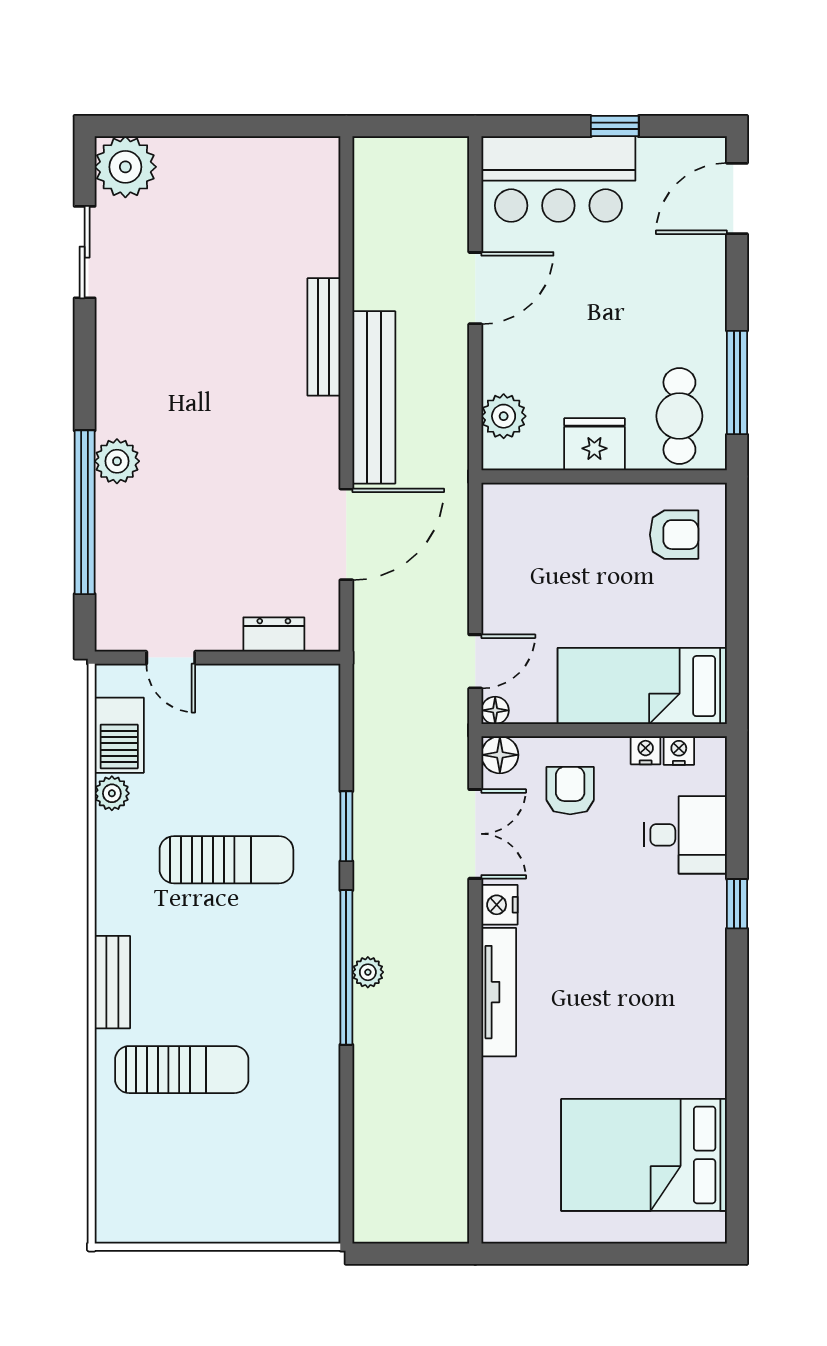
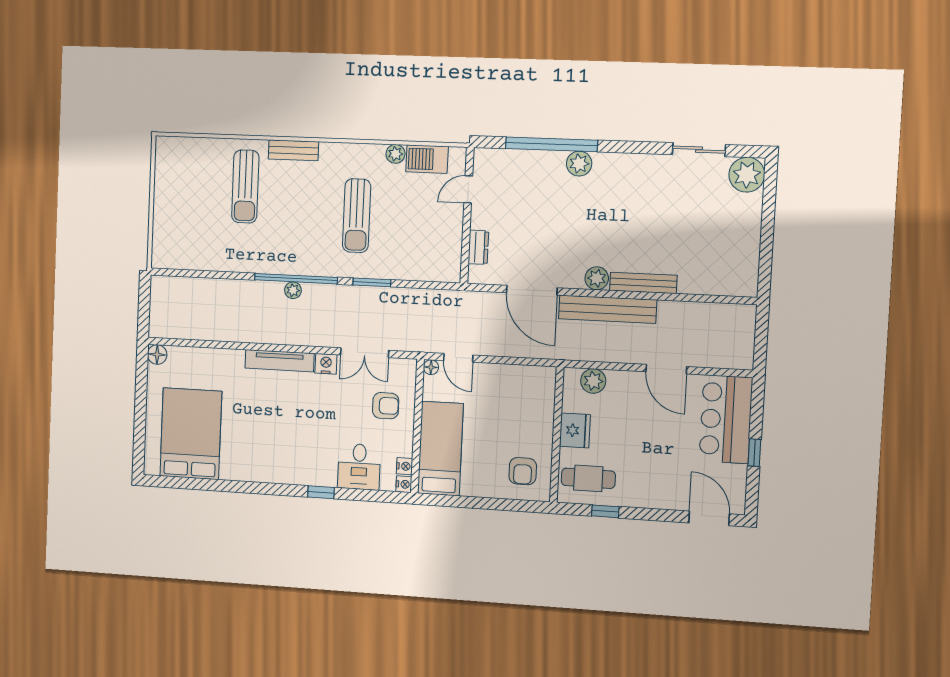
window: (737, 383) -> (605, 511), width x0.46
plant: (320, 420) -> (597, 278), added
nightstand: (646, 750) -> (404, 484), moved
floor lamp: (500, 755) -> (157, 355), moved

